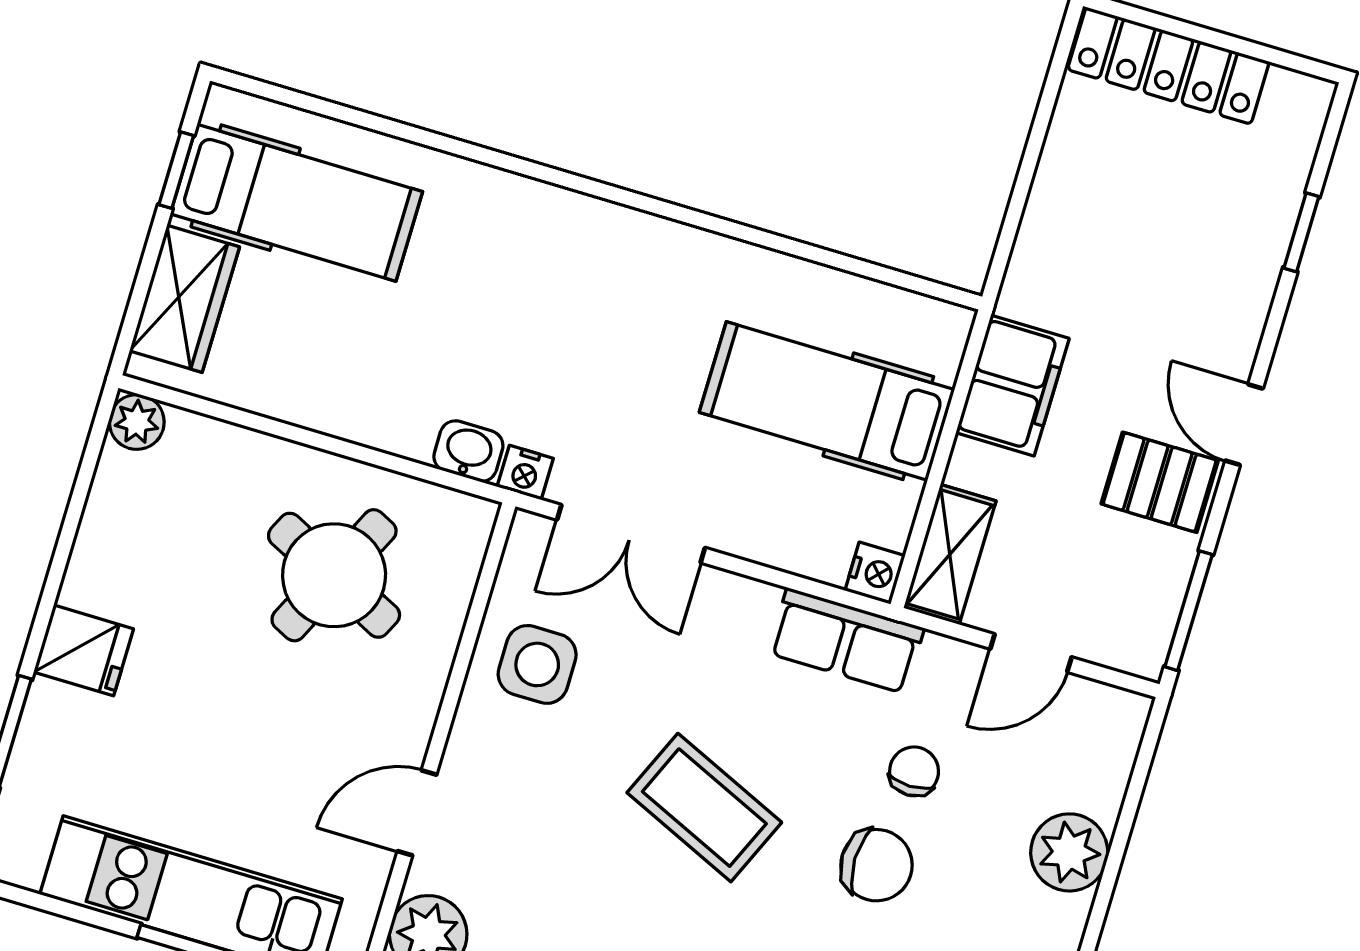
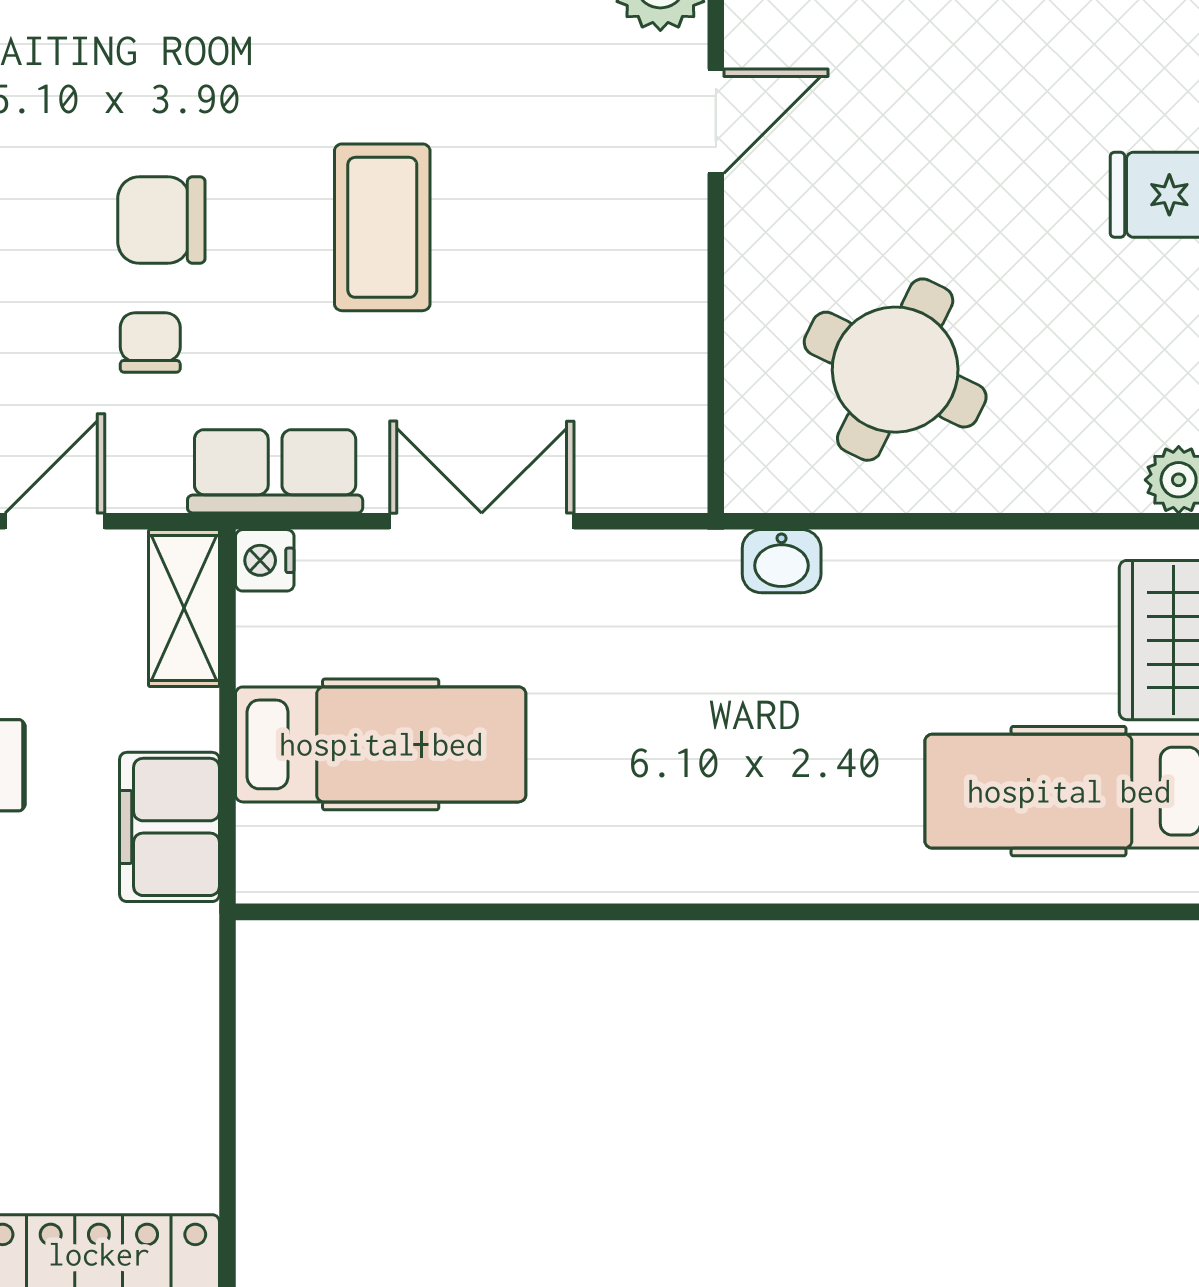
nightstand: (525, 473) -> (708, 556), removed
double door: (631, 534) -> (482, 521), moved
side table: (537, 664) -> (627, 336), removed
chair: (914, 771) -> (150, 342), turned 180
coffee table: (704, 808) -> (382, 227), turned 66

